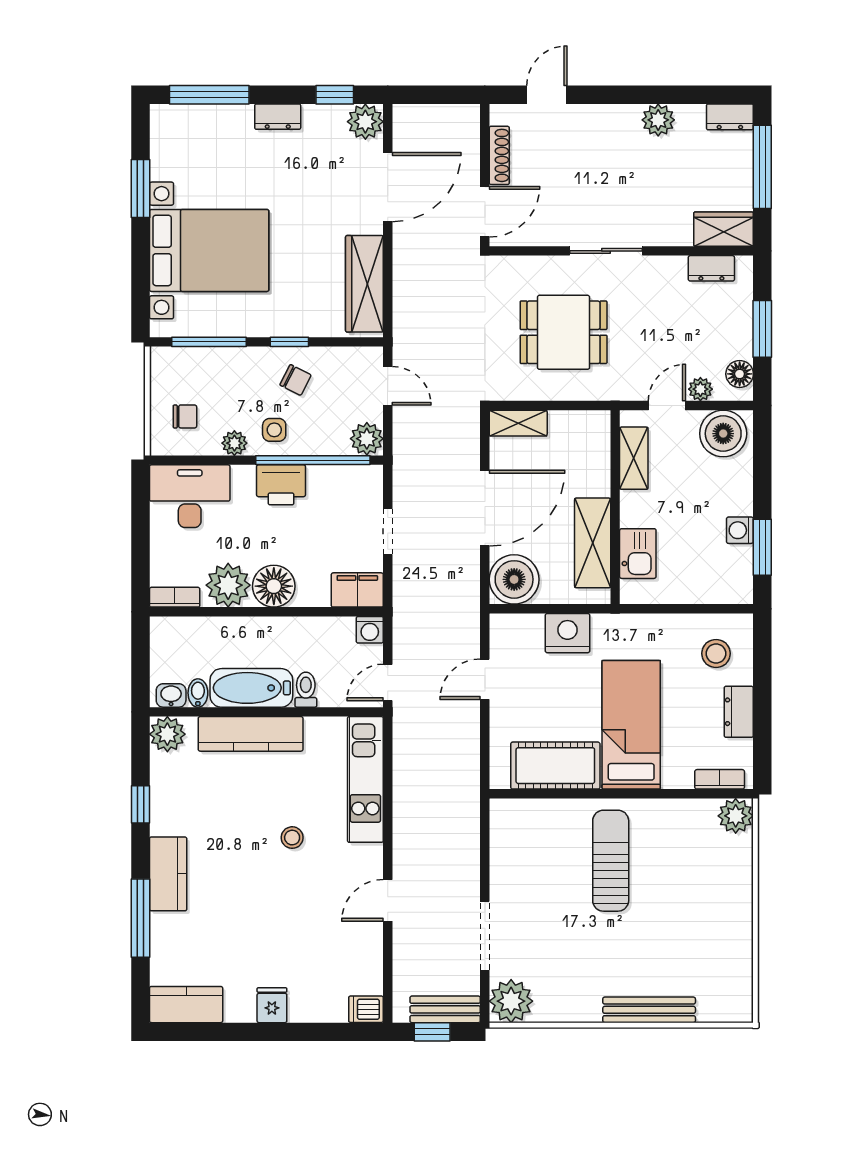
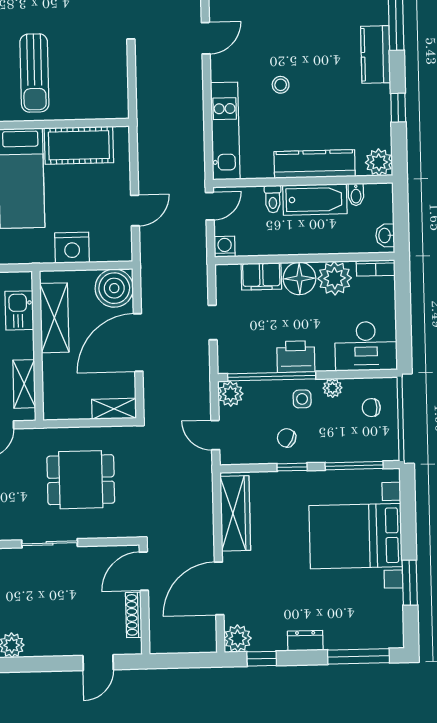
filing cabinet: (357, 590) -> (261, 276), moved
washbasin: (171, 695) -> (385, 235), moved, turned 90

